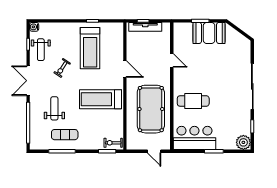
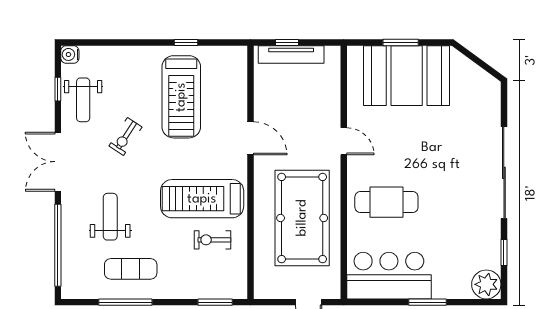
booth: (209, 33) -> (407, 76), width x1.36, depth x1.42
door: (172, 60) -> (344, 141), moved
exercise bike: (113, 143) -> (213, 240), moved

